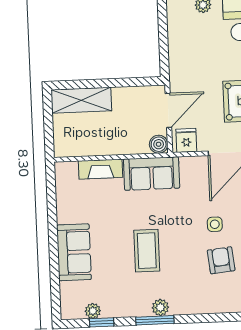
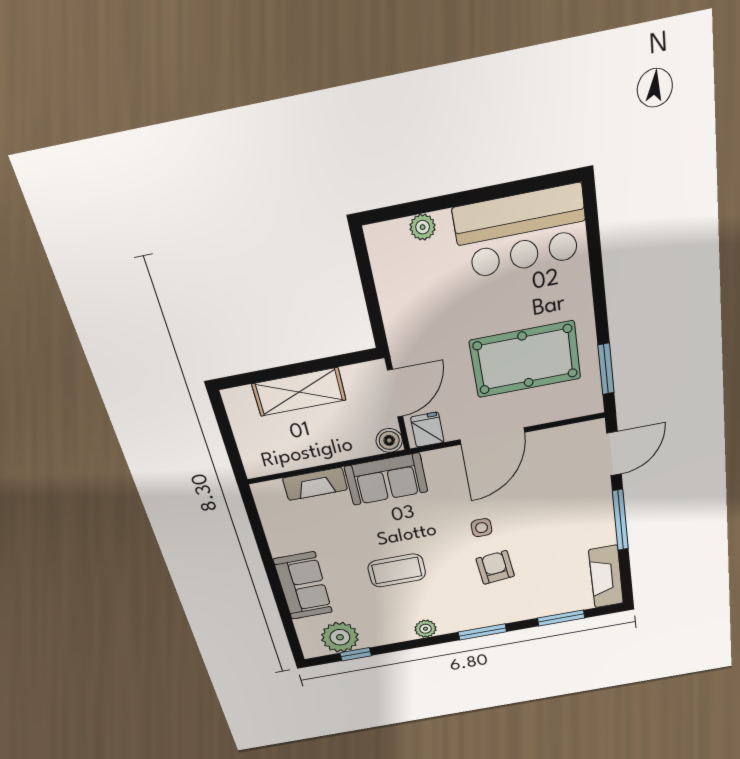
shelving: (81, 100) -> (299, 392), moved
coffee table: (147, 251) -> (397, 570), turned 90
plant: (93, 311) -> (340, 637), width x1.87, depth x1.87
window: (155, 320) -> (482, 632), moved

